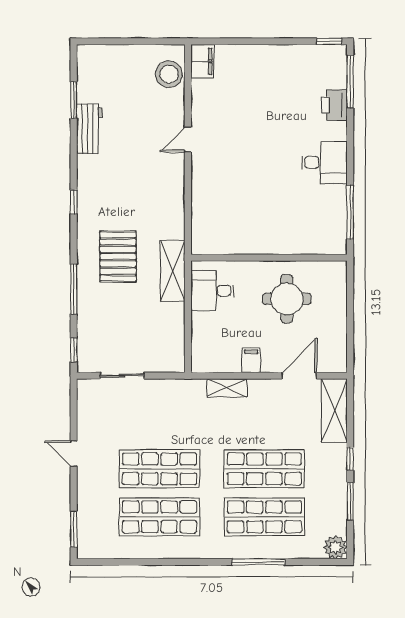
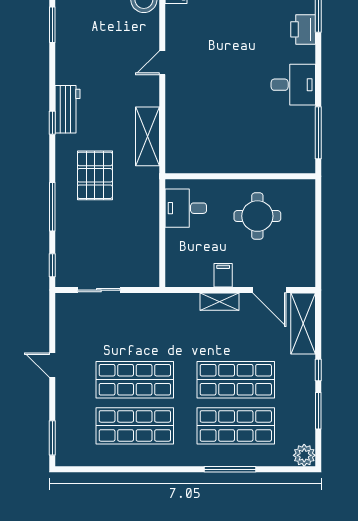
workbench: (90, 129) -> (68, 109), moved
shelving: (173, 271) -> (147, 136), moved
door: (299, 376) -> (269, 290), swing flipped
shelving: (227, 388) -> (219, 302), moved

